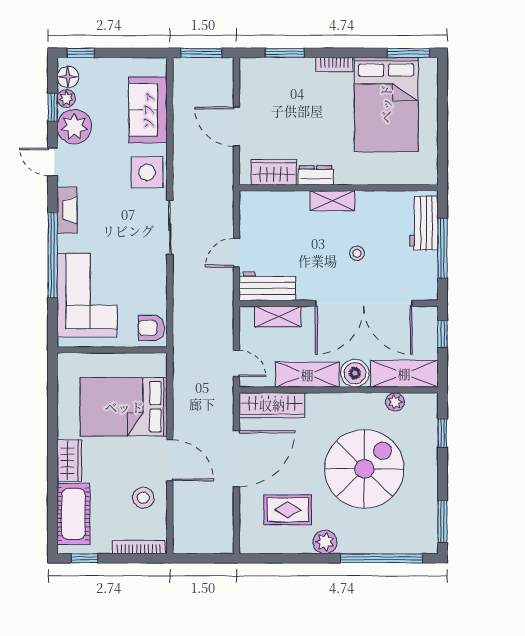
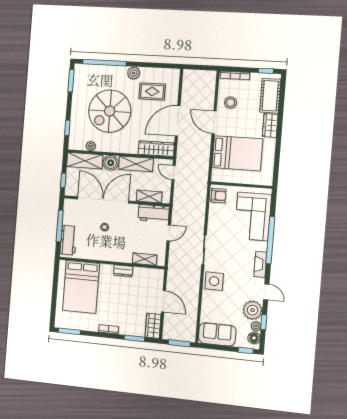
bed: (386, 104) -> (81, 287), moved, turned 180
sofa: (148, 110) -> (217, 334), moved, turned -90
wardrobe: (274, 172) -> (153, 326), moved, turned 90
shelving: (332, 201) -> (145, 259), moved

